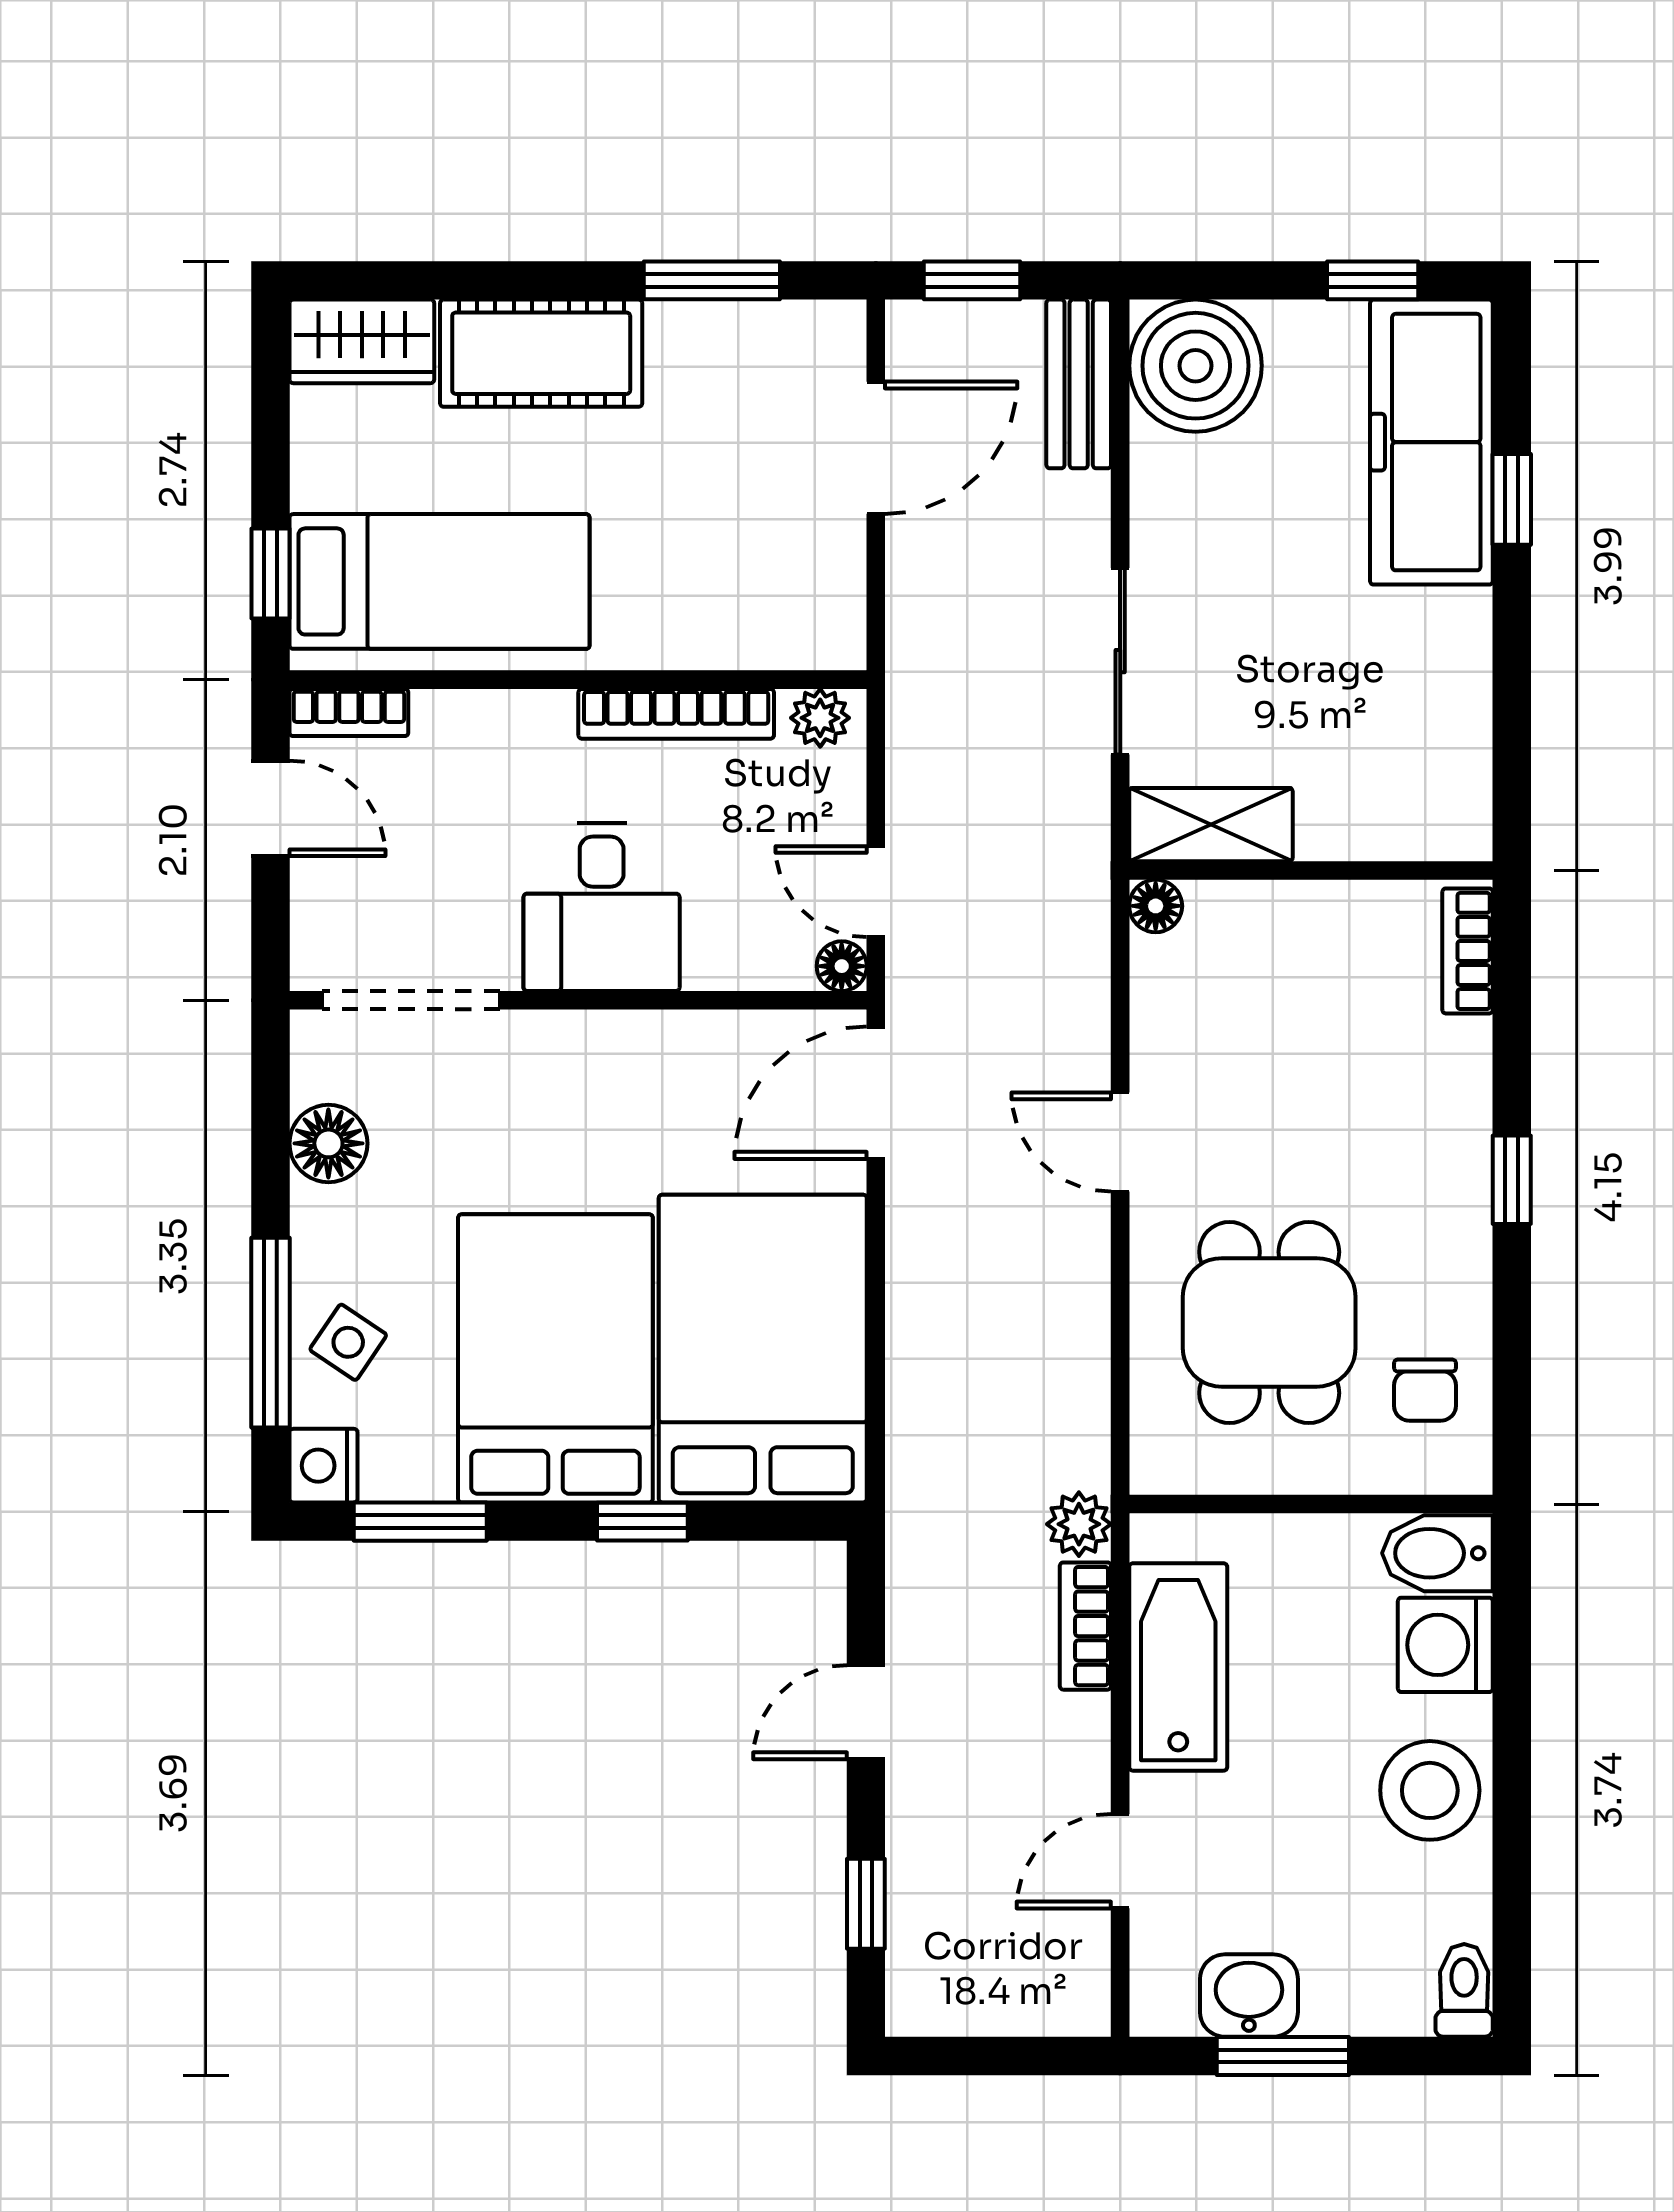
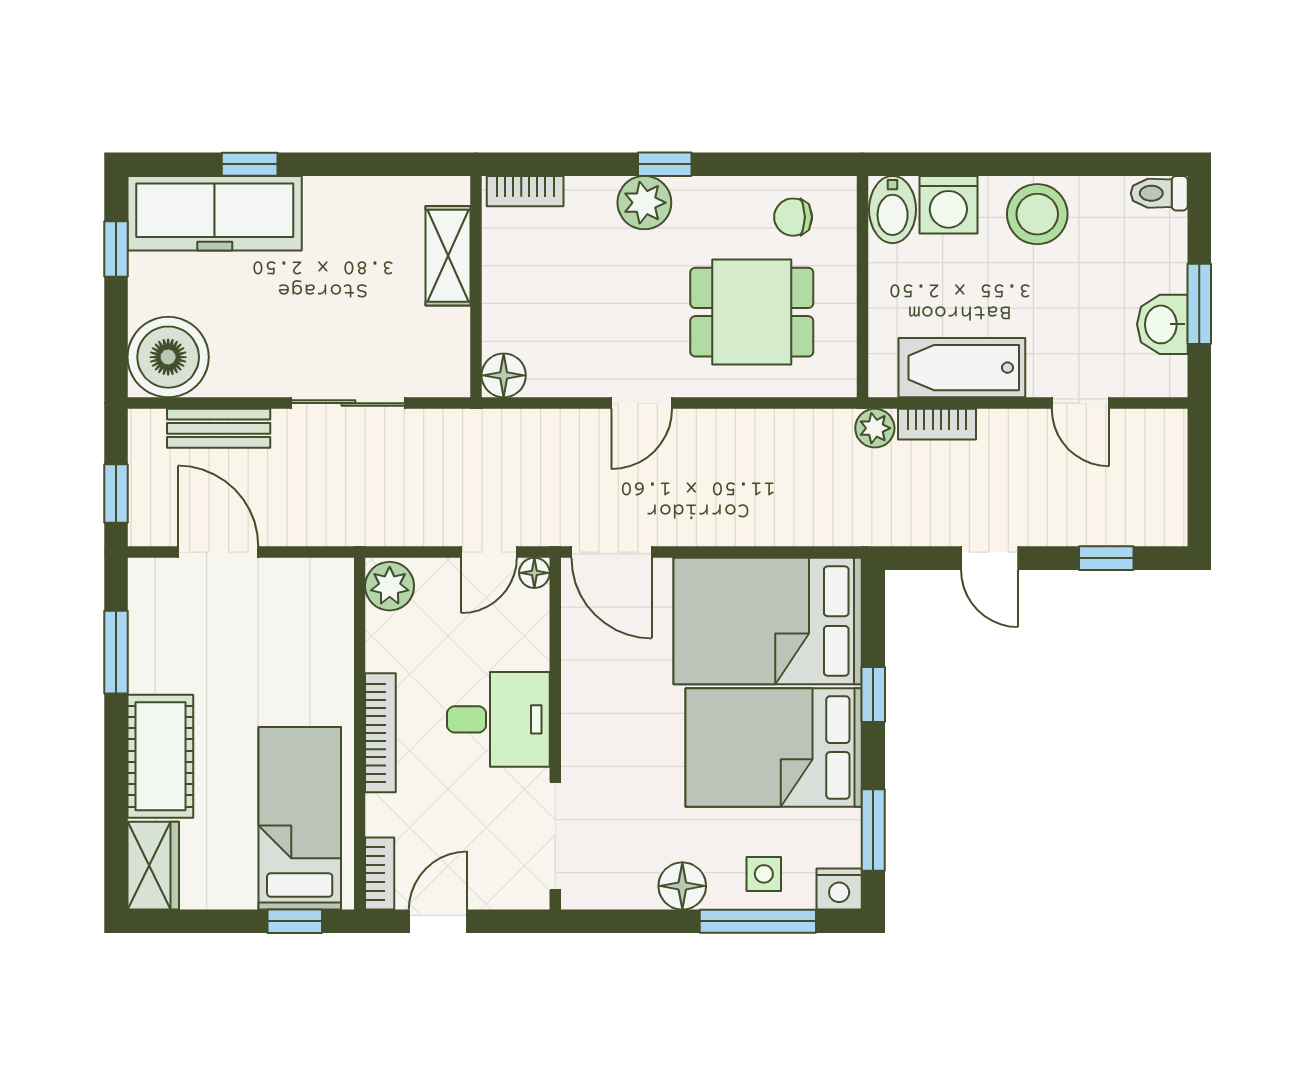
bench: (1079, 384) -> (219, 428), moved
bookcase: (676, 714) -> (380, 733), moved
plant: (820, 718) -> (390, 586), width x1.38, depth x1.38
shelving: (1211, 825) -> (448, 256), moved
floor lamp: (1156, 906) -> (504, 375), width x1.37, depth x1.37
floor lamp: (328, 1143) -> (682, 886), moved
plant: (1449, 1147) -> (644, 203), added
side table: (348, 1342) -> (764, 874), turned -34
chair: (1425, 1390) -> (793, 217), turned 180

